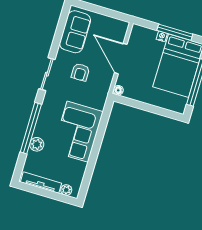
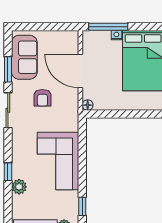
window: (175, 32) -> (108, 27), moved
window: (57, 38) -> (8, 69), added
window: (31, 128) -> (8, 172), width x0.32
window: (87, 178) -> (82, 206), added

